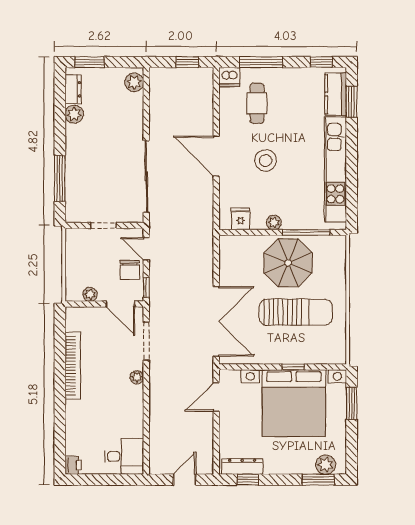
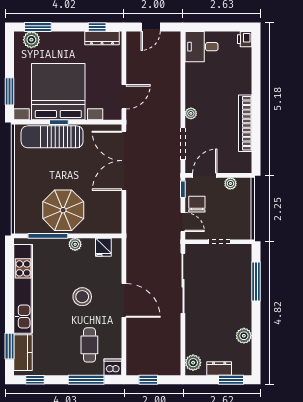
dresser: (73, 89) -> (219, 368), moved, turned 90
door: (120, 304) -> (205, 175), hinge flipped
sun lounger: (296, 312) -> (52, 137), moved

